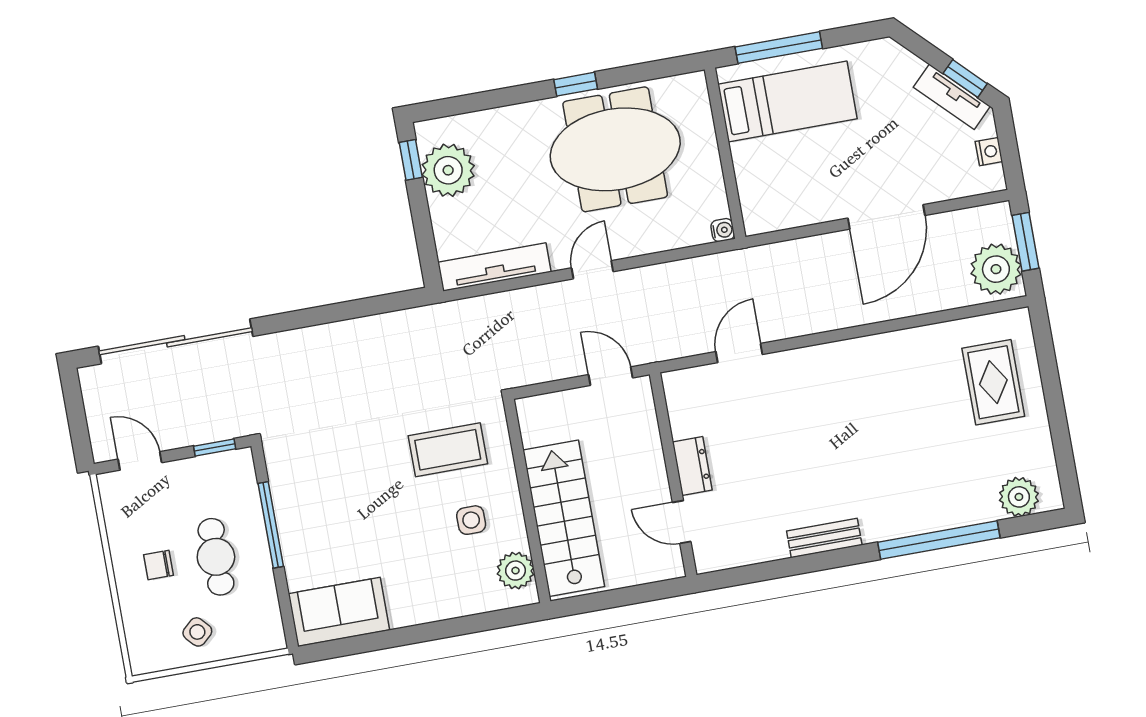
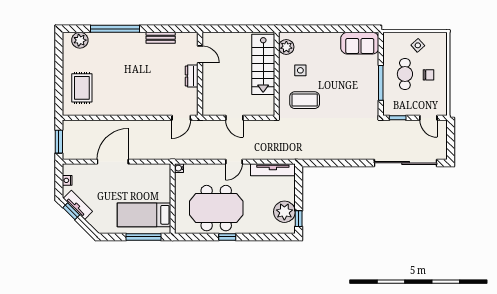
plant: (996, 269) -> (73, 133), removed
dresser: (692, 466) -> (192, 76), moved
wall: (673, 475) -> (200, 74), moved
door: (682, 522) -> (200, 54), moved

